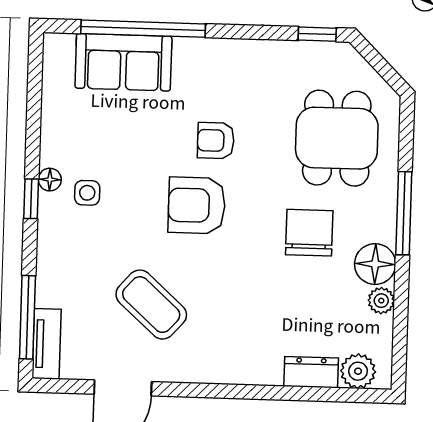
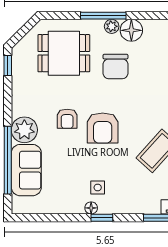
plant: (198, 61) -> (24, 130), added
chair: (309, 233) -> (115, 67), turned -90
plant: (381, 301) -> (112, 26), moved

